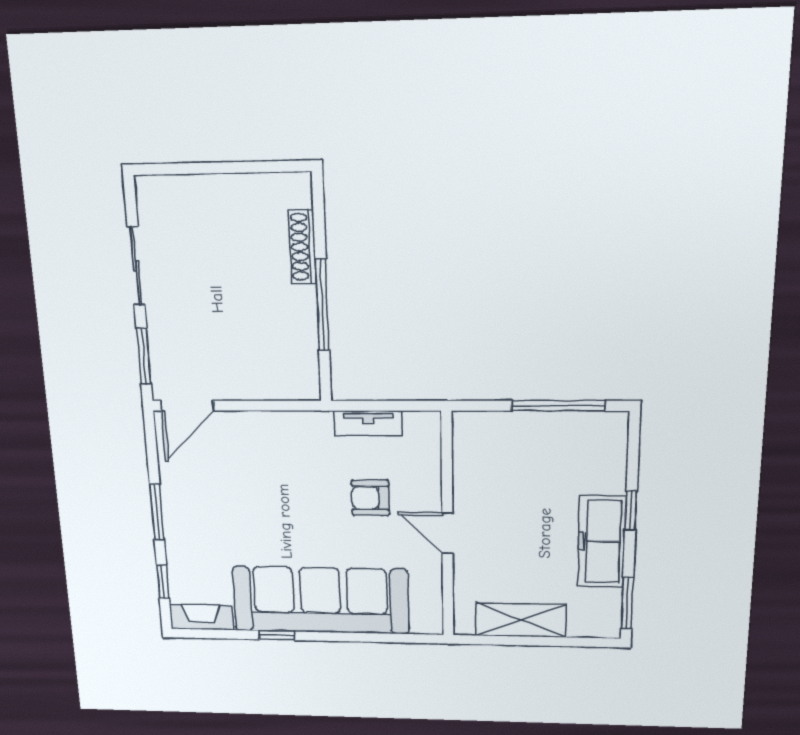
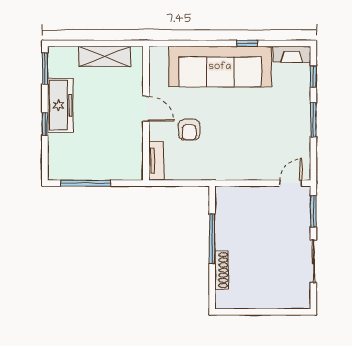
door: (187, 406) -> (291, 183), width x0.73
tv unit: (368, 423) -> (156, 161), moved, turned 90
armchair: (370, 498) -> (189, 130), turned 90

